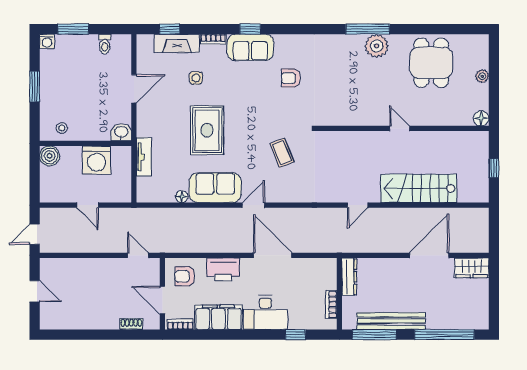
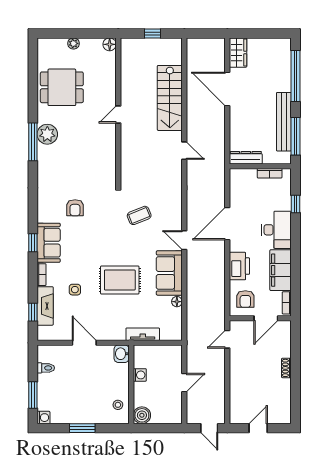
washing machine: (97, 160) -> (140, 375), width x0.53, depth x0.53
shoe rack: (131, 324) -> (286, 368), moved

